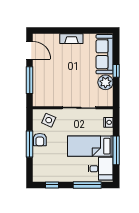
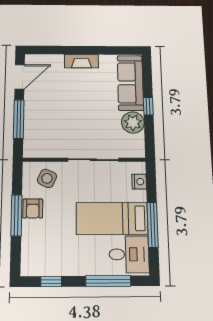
door: (30, 50) -> (20, 77), hinge flipped

